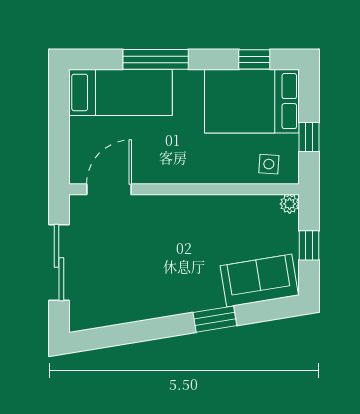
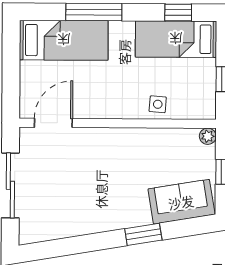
bed: (252, 101) -> (176, 39), width x0.67
side table: (269, 164) -> (158, 104), moved

